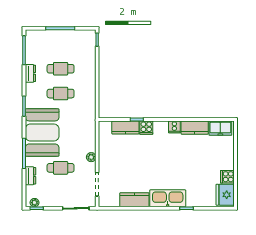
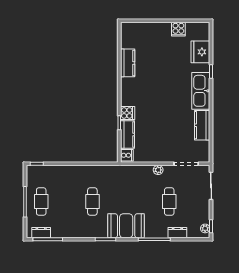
cafe table: (61, 69) -> (41, 202), moved
dresser: (30, 73) -> (41, 233), moved
cooker: (174, 127) -> (127, 155), moved
freezer: (220, 128) -> (128, 36), removed
booth: (42, 132) -> (126, 226), width x0.73, depth x0.70
fridge: (225, 195) -> (200, 52), moved, turned 90

